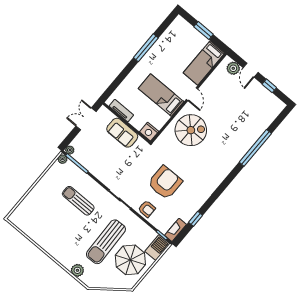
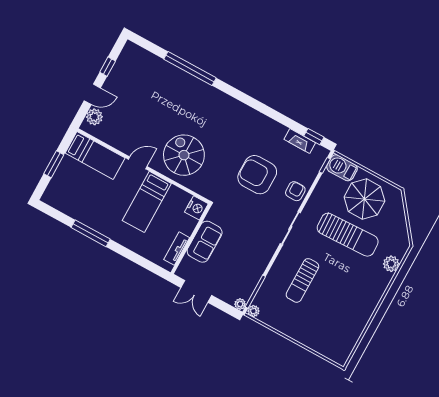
window: (196, 219) -> (314, 137), moved
fireplace: (175, 230) -> (300, 141), moved

